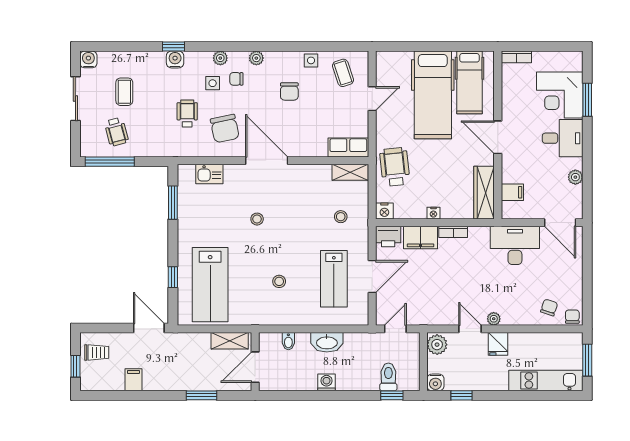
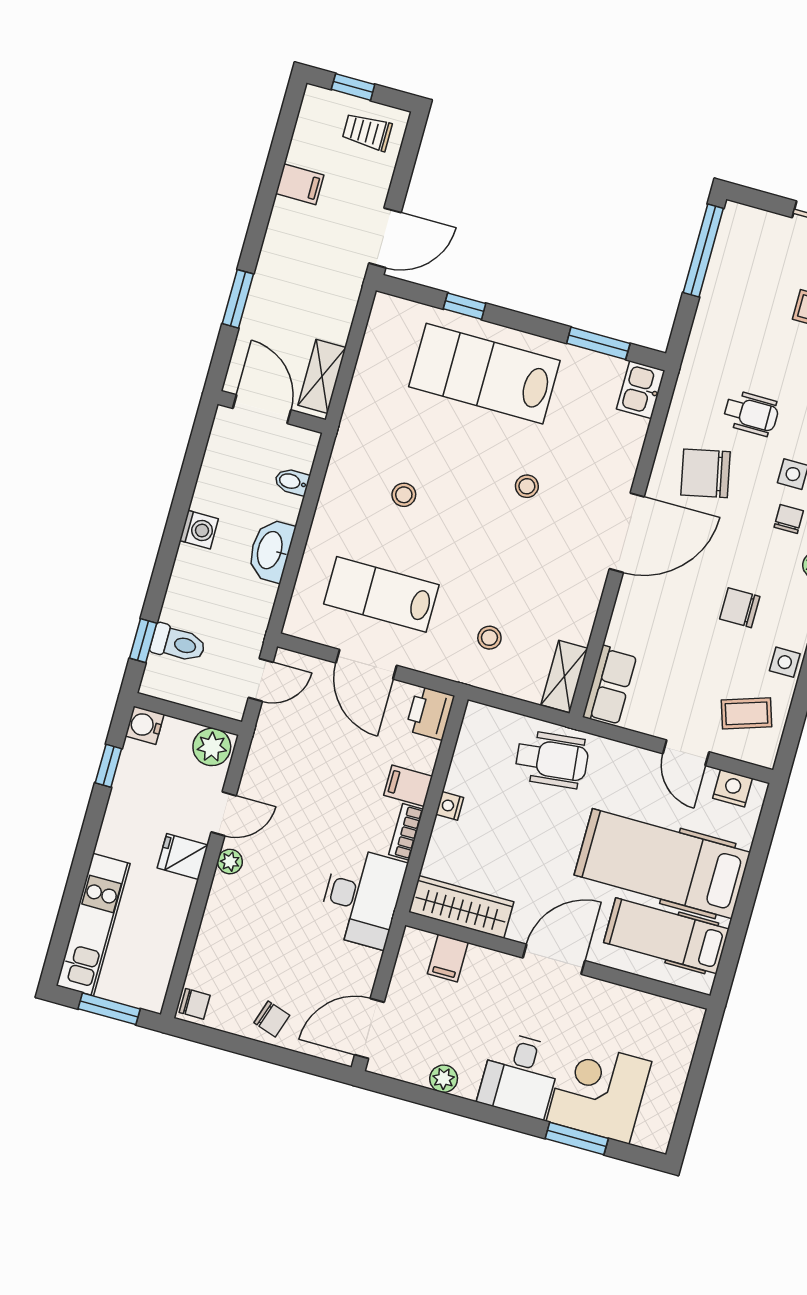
bookcase: (516, 57) -> (689, 1033), removed
wheelchair: (116, 132) -> (754, 277), removed
kitchen sink: (209, 174) -> (641, 390), moved
nightstand: (384, 211) -> (733, 788), moved, turned 90
filing cabinet: (421, 237) -> (408, 786), width x0.50
desk: (515, 245) -> (362, 897), moved
lab bench: (210, 285) -> (484, 374), moved
chair: (549, 307) -> (272, 1019), moved
door: (395, 329) -> (261, 680), hinge flipped
trolley: (97, 352) -> (367, 132), turned 90

